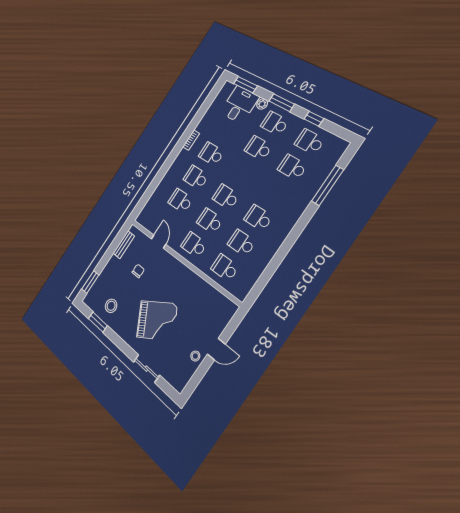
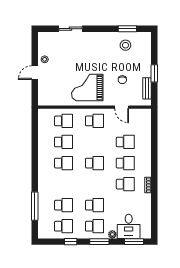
school desk: (210, 221) -> (94, 142), removed
window: (90, 282) -> (154, 73), moved
grand piano: (157, 320) -> (87, 87), moved, turned 31

